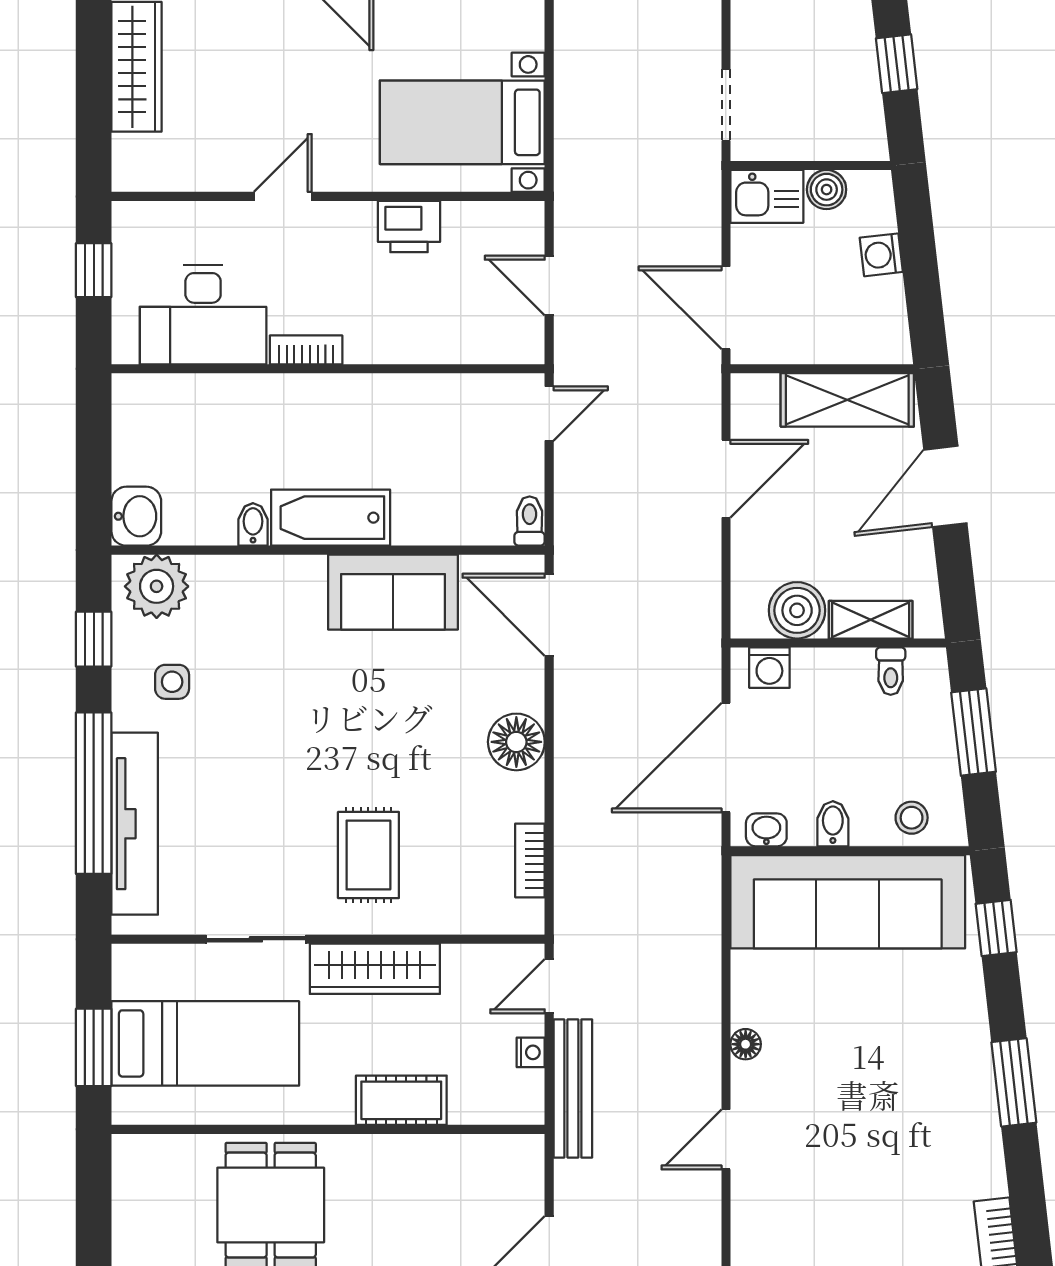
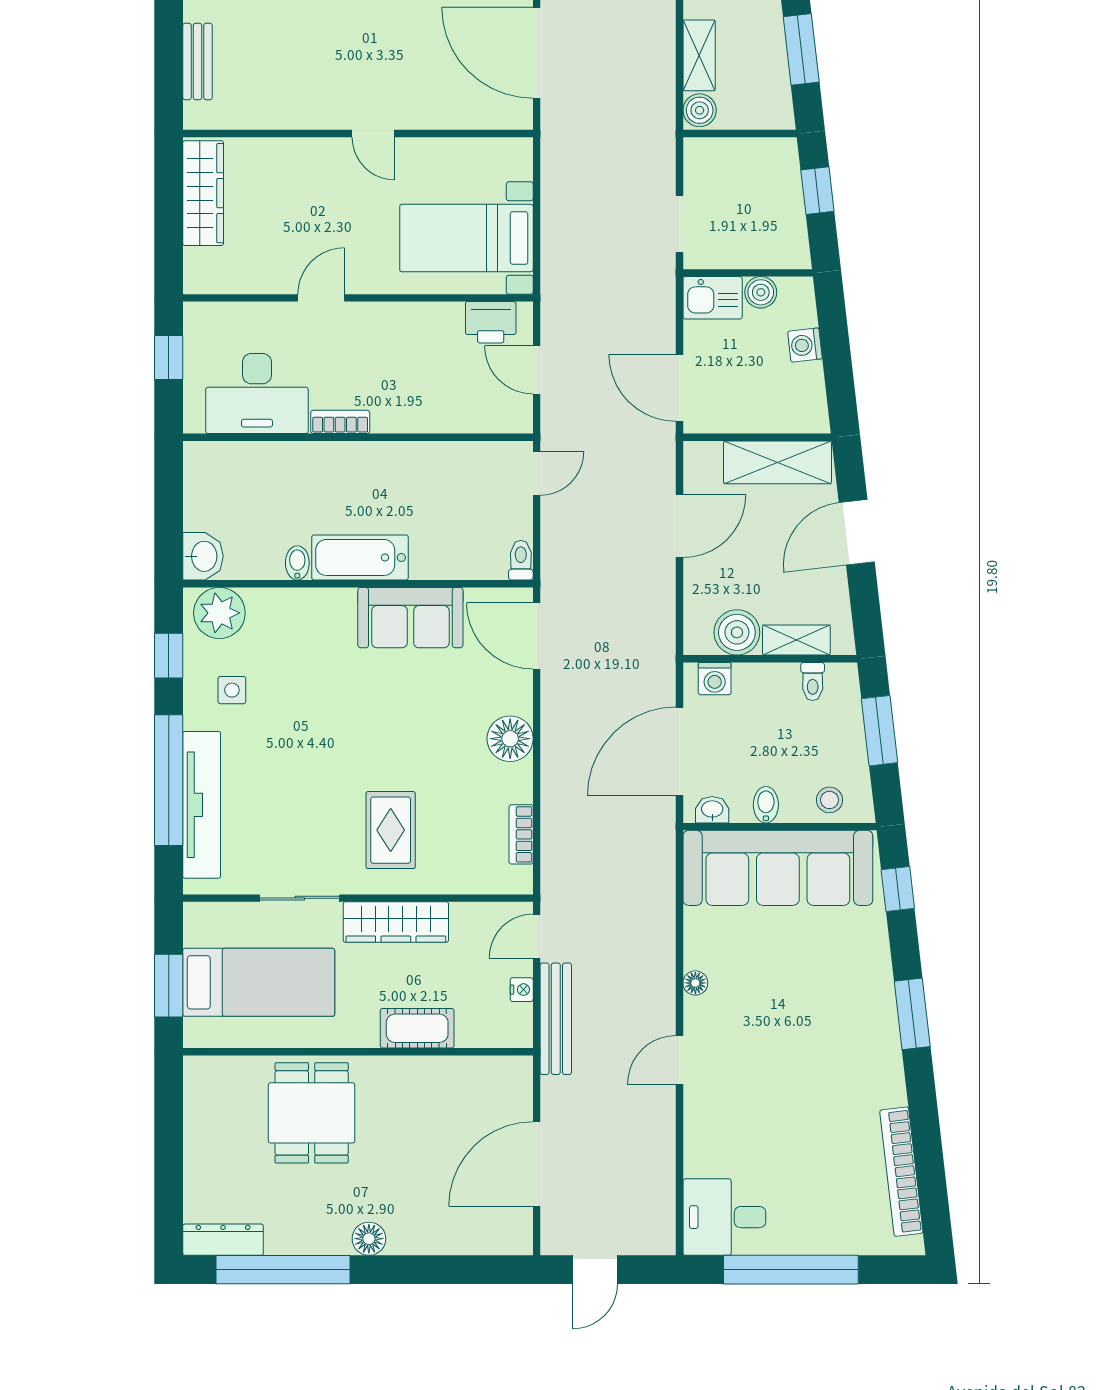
printer: (409, 227) -> (491, 322), moved

